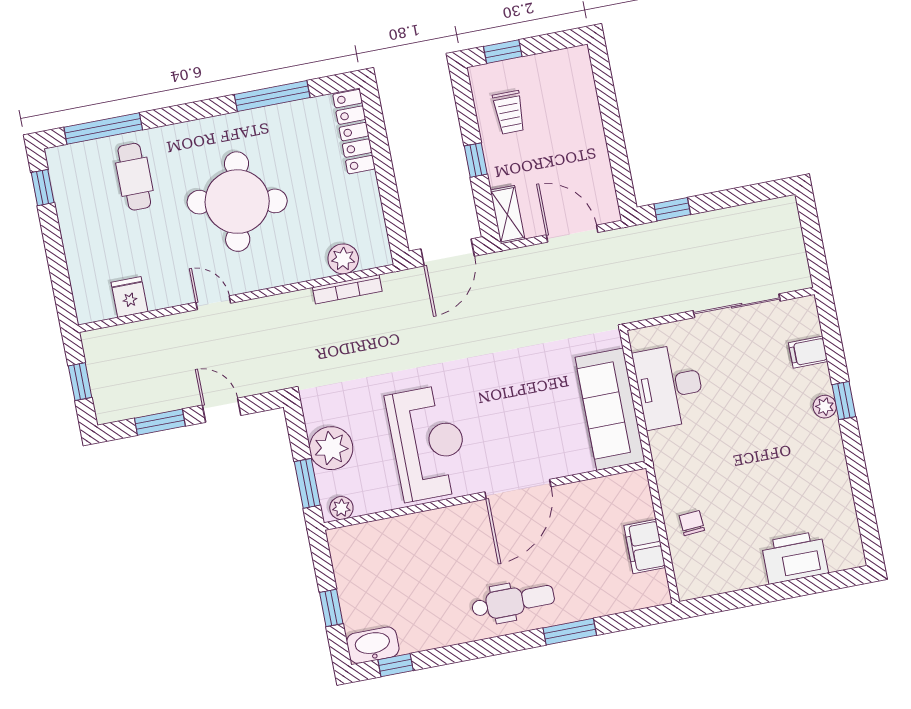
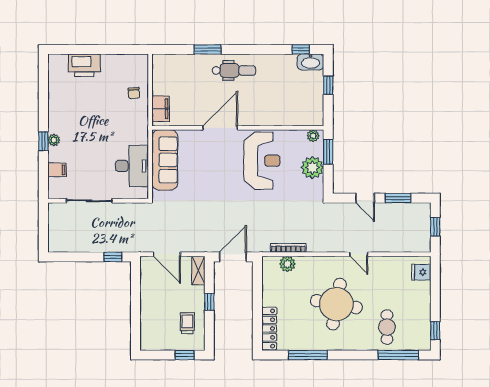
fridge: (129, 297) -> (421, 272), moved, turned 90
reception desk: (428, 443) -> (262, 161), turned 180
filing cabinet: (645, 546) -> (161, 109), moved
dental chair: (513, 602) -> (234, 70), turned 180

